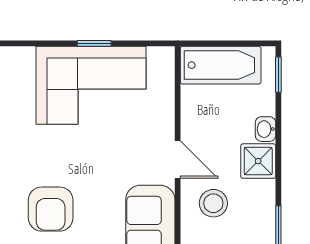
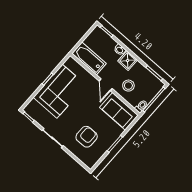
bathtub: (221, 65) -> (89, 58), moved, turned -90
door: (178, 160) -> (106, 85), swing flipped
armchair: (51, 209) -> (87, 137), turned -90

